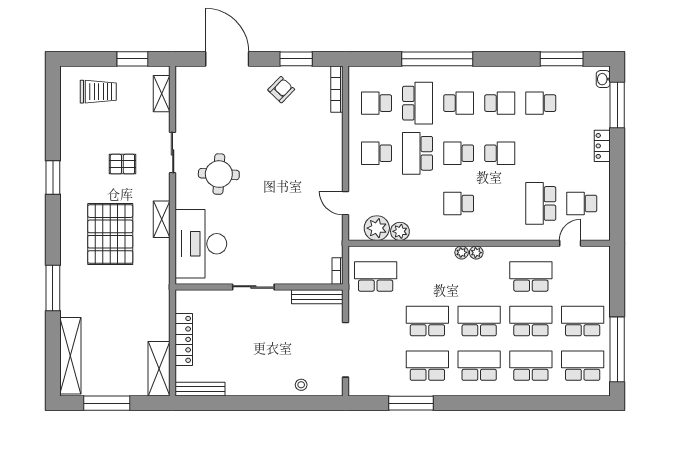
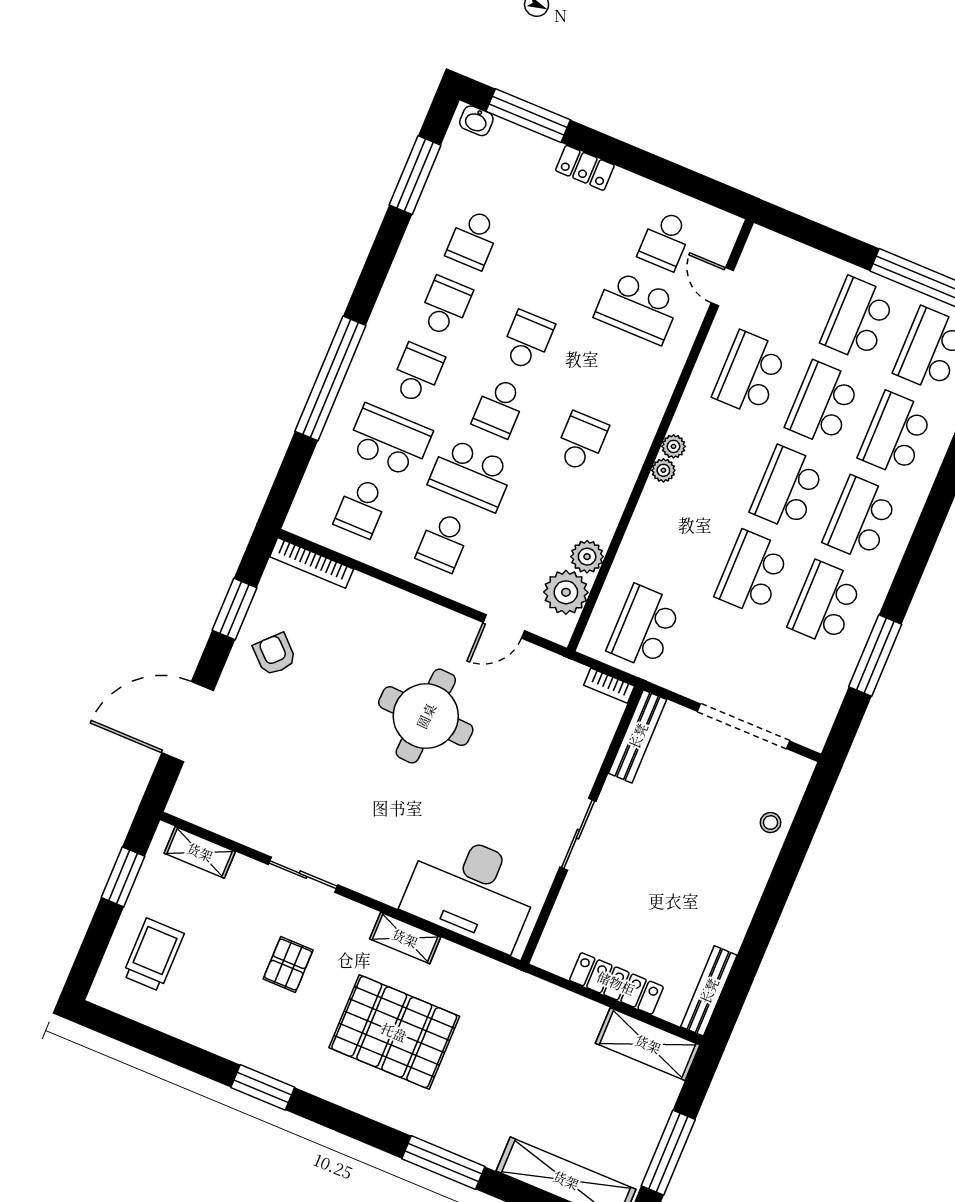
round table: (219, 174) -> (426, 716), moved, width x1.36, depth x1.36
school desk: (459, 203) -> (581, 442), turned 180

